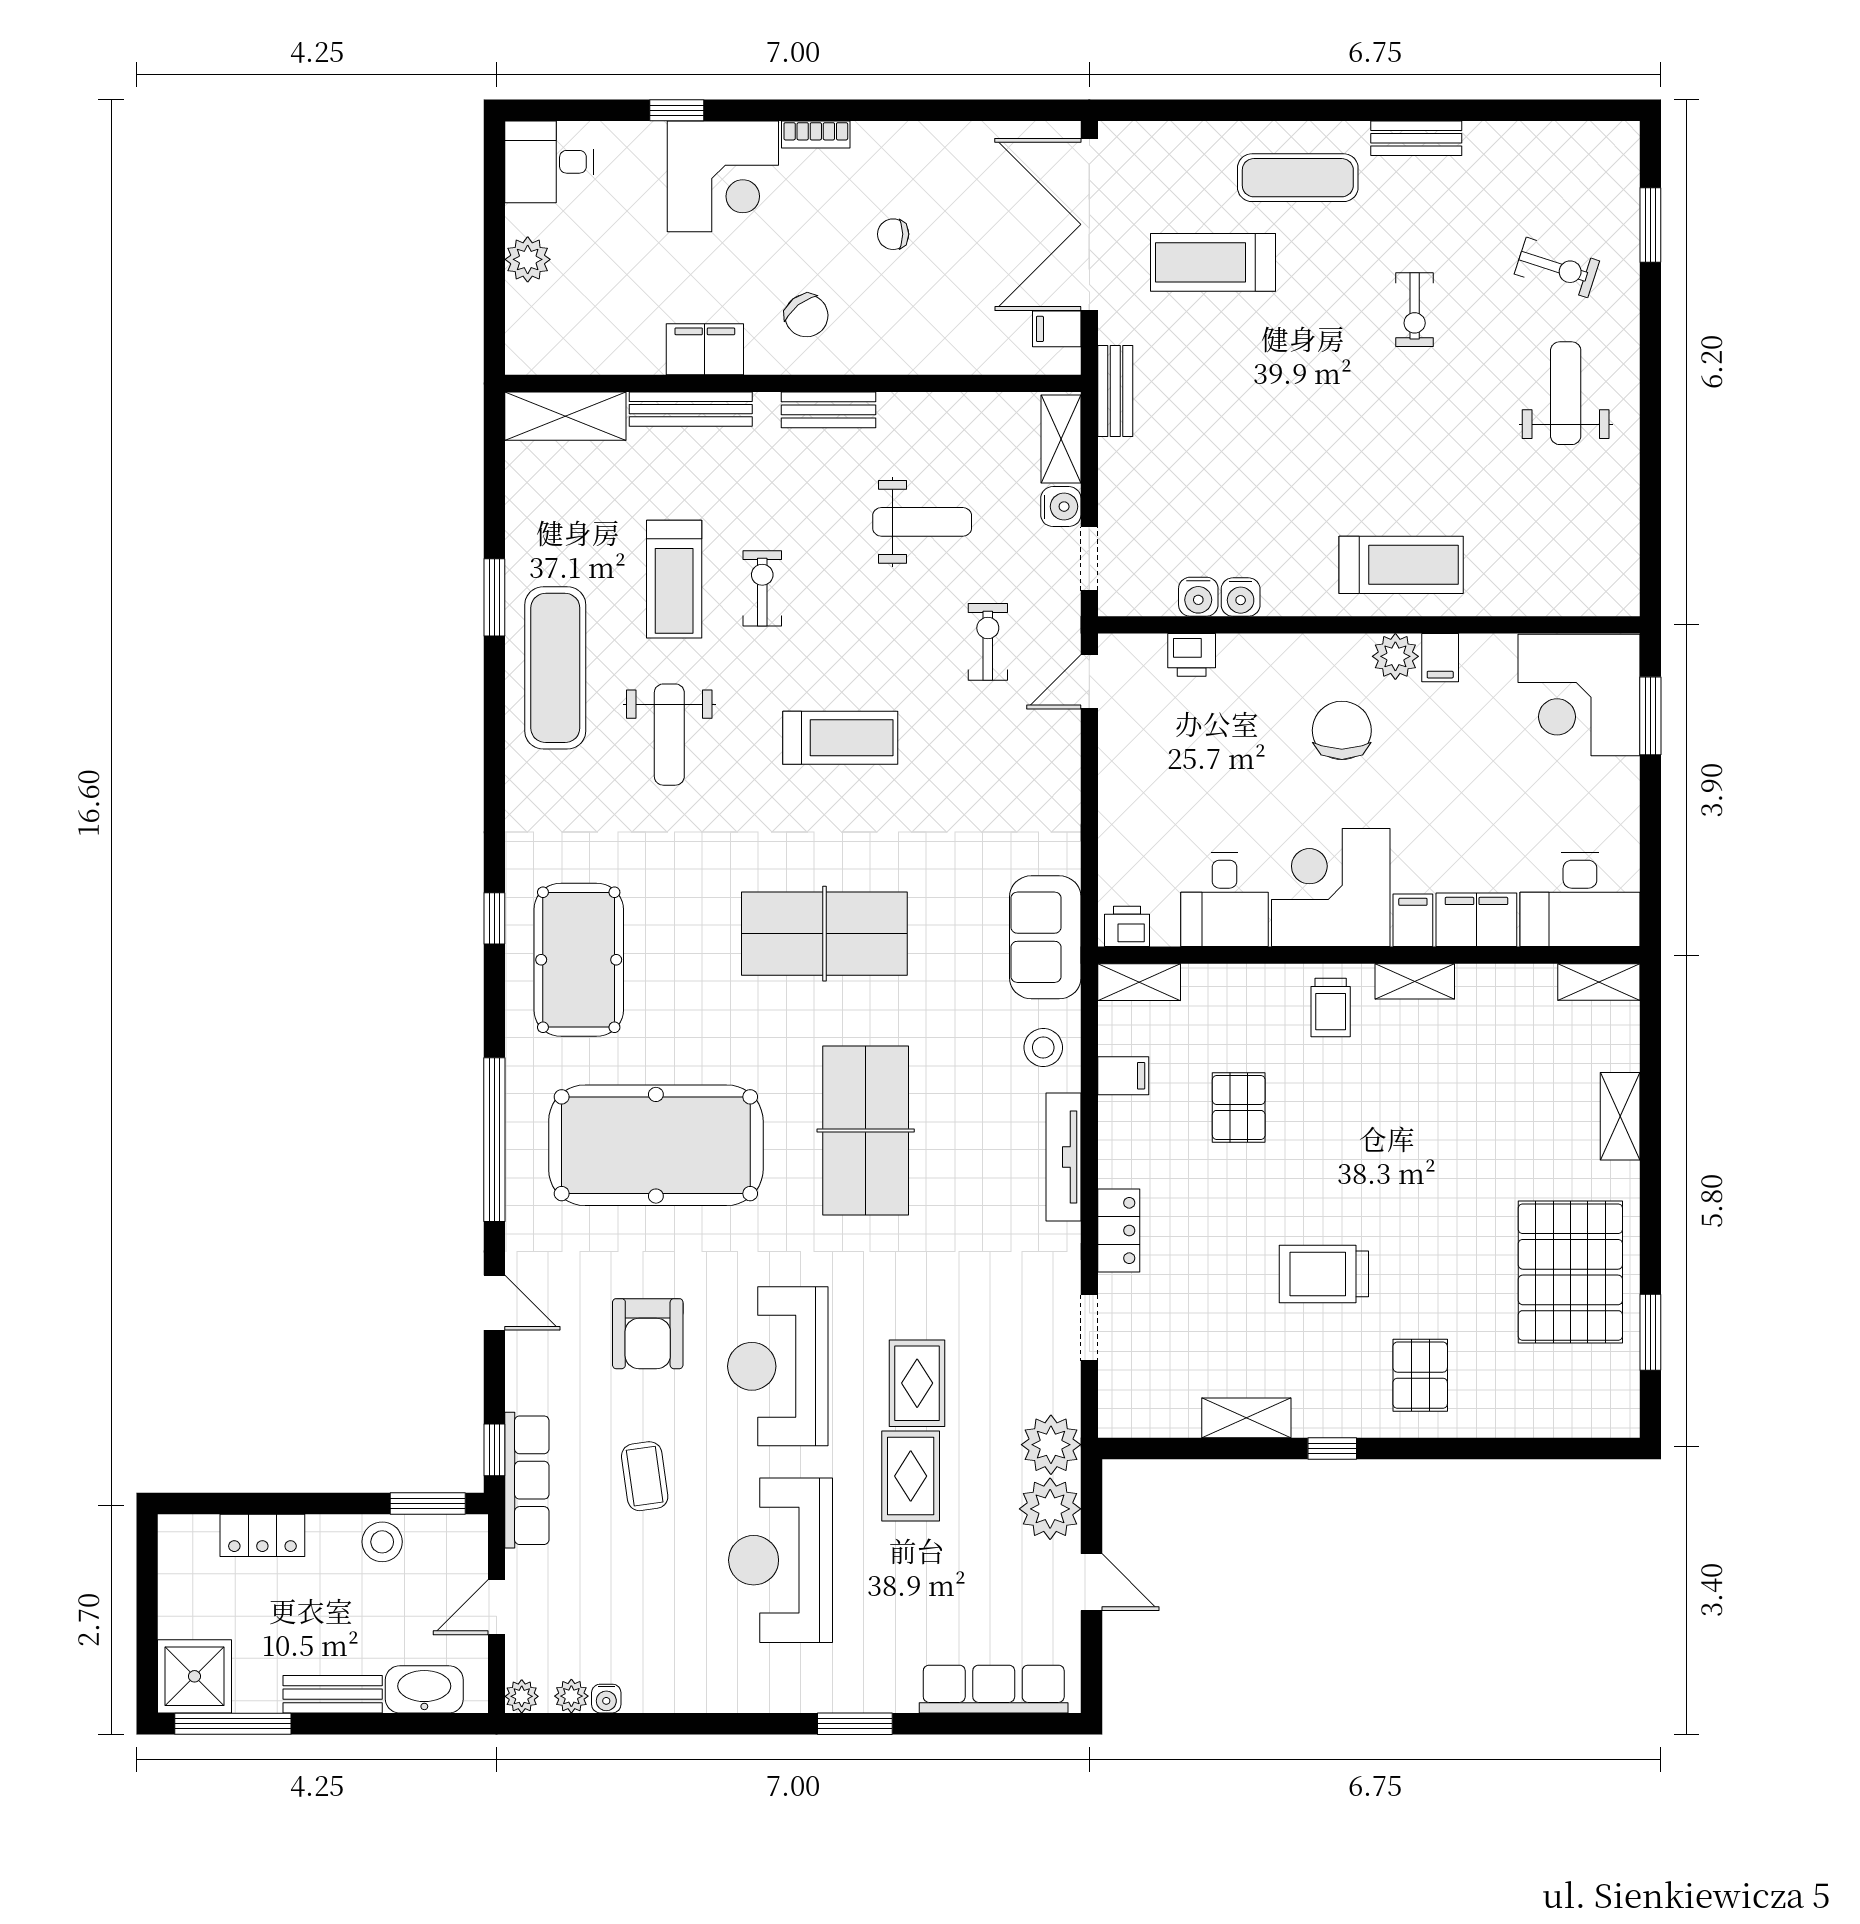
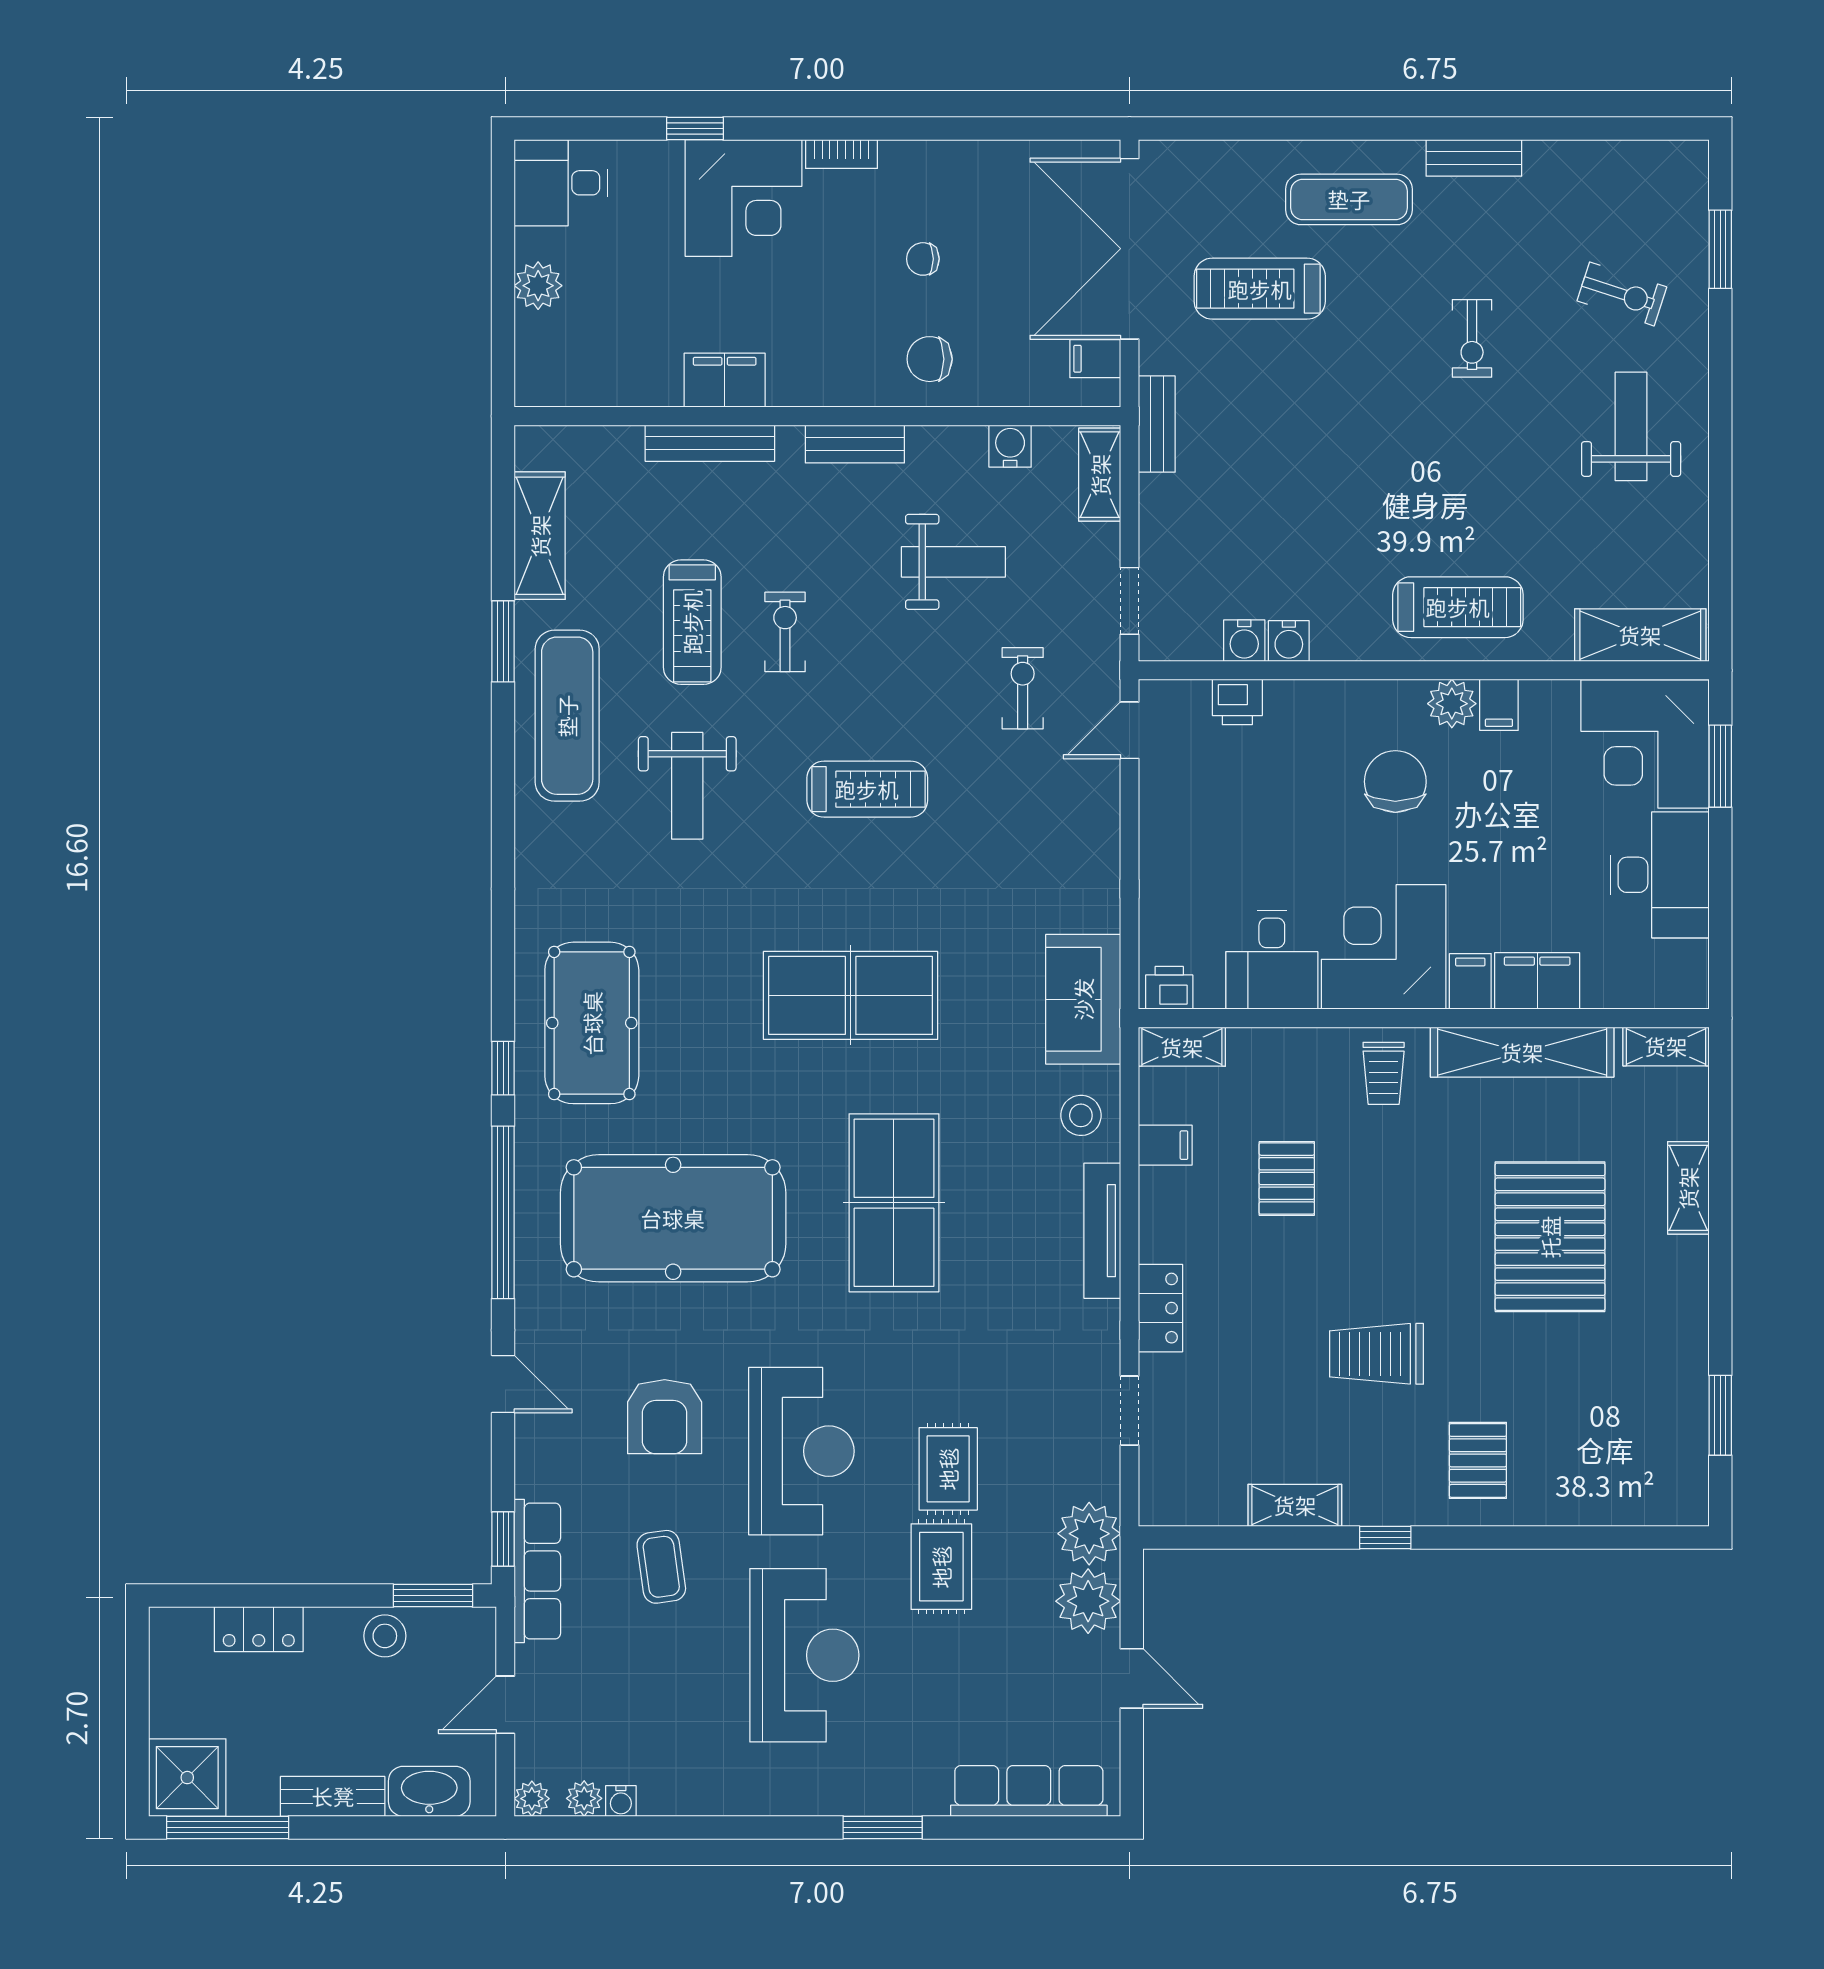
chair: (806, 316) -> (930, 359), moved, turned 128
shelving: (565, 416) -> (540, 536), moved, turned 90
water cooler: (1061, 507) -> (1010, 446), moved, turned -90
shelving: (1574, 591) -> (1640, 635), added
desk: (1580, 900) -> (1660, 875), moved, turned -90
window: (494, 918) -> (503, 1068), moved
shelving: (1415, 981) -> (1522, 1052), width x2.20, depth x1.33
pallet: (1570, 1272) -> (1550, 1237), moved
reception desk: (778, 1366) -> (801, 1451), turned 180
reception desk: (781, 1560) -> (804, 1655), turned 180

